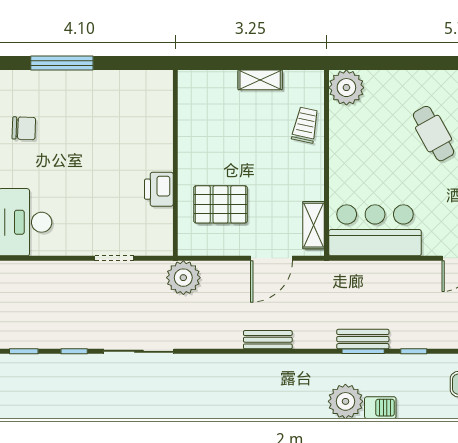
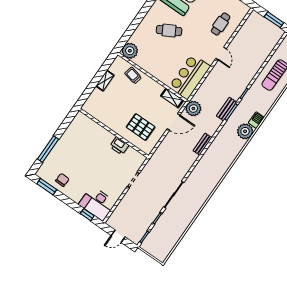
pallet: (221, 204) -> (141, 127), turned 90
door: (272, 258) -> (173, 122), hinge flipped
plant: (183, 278) -> (193, 108), moved

